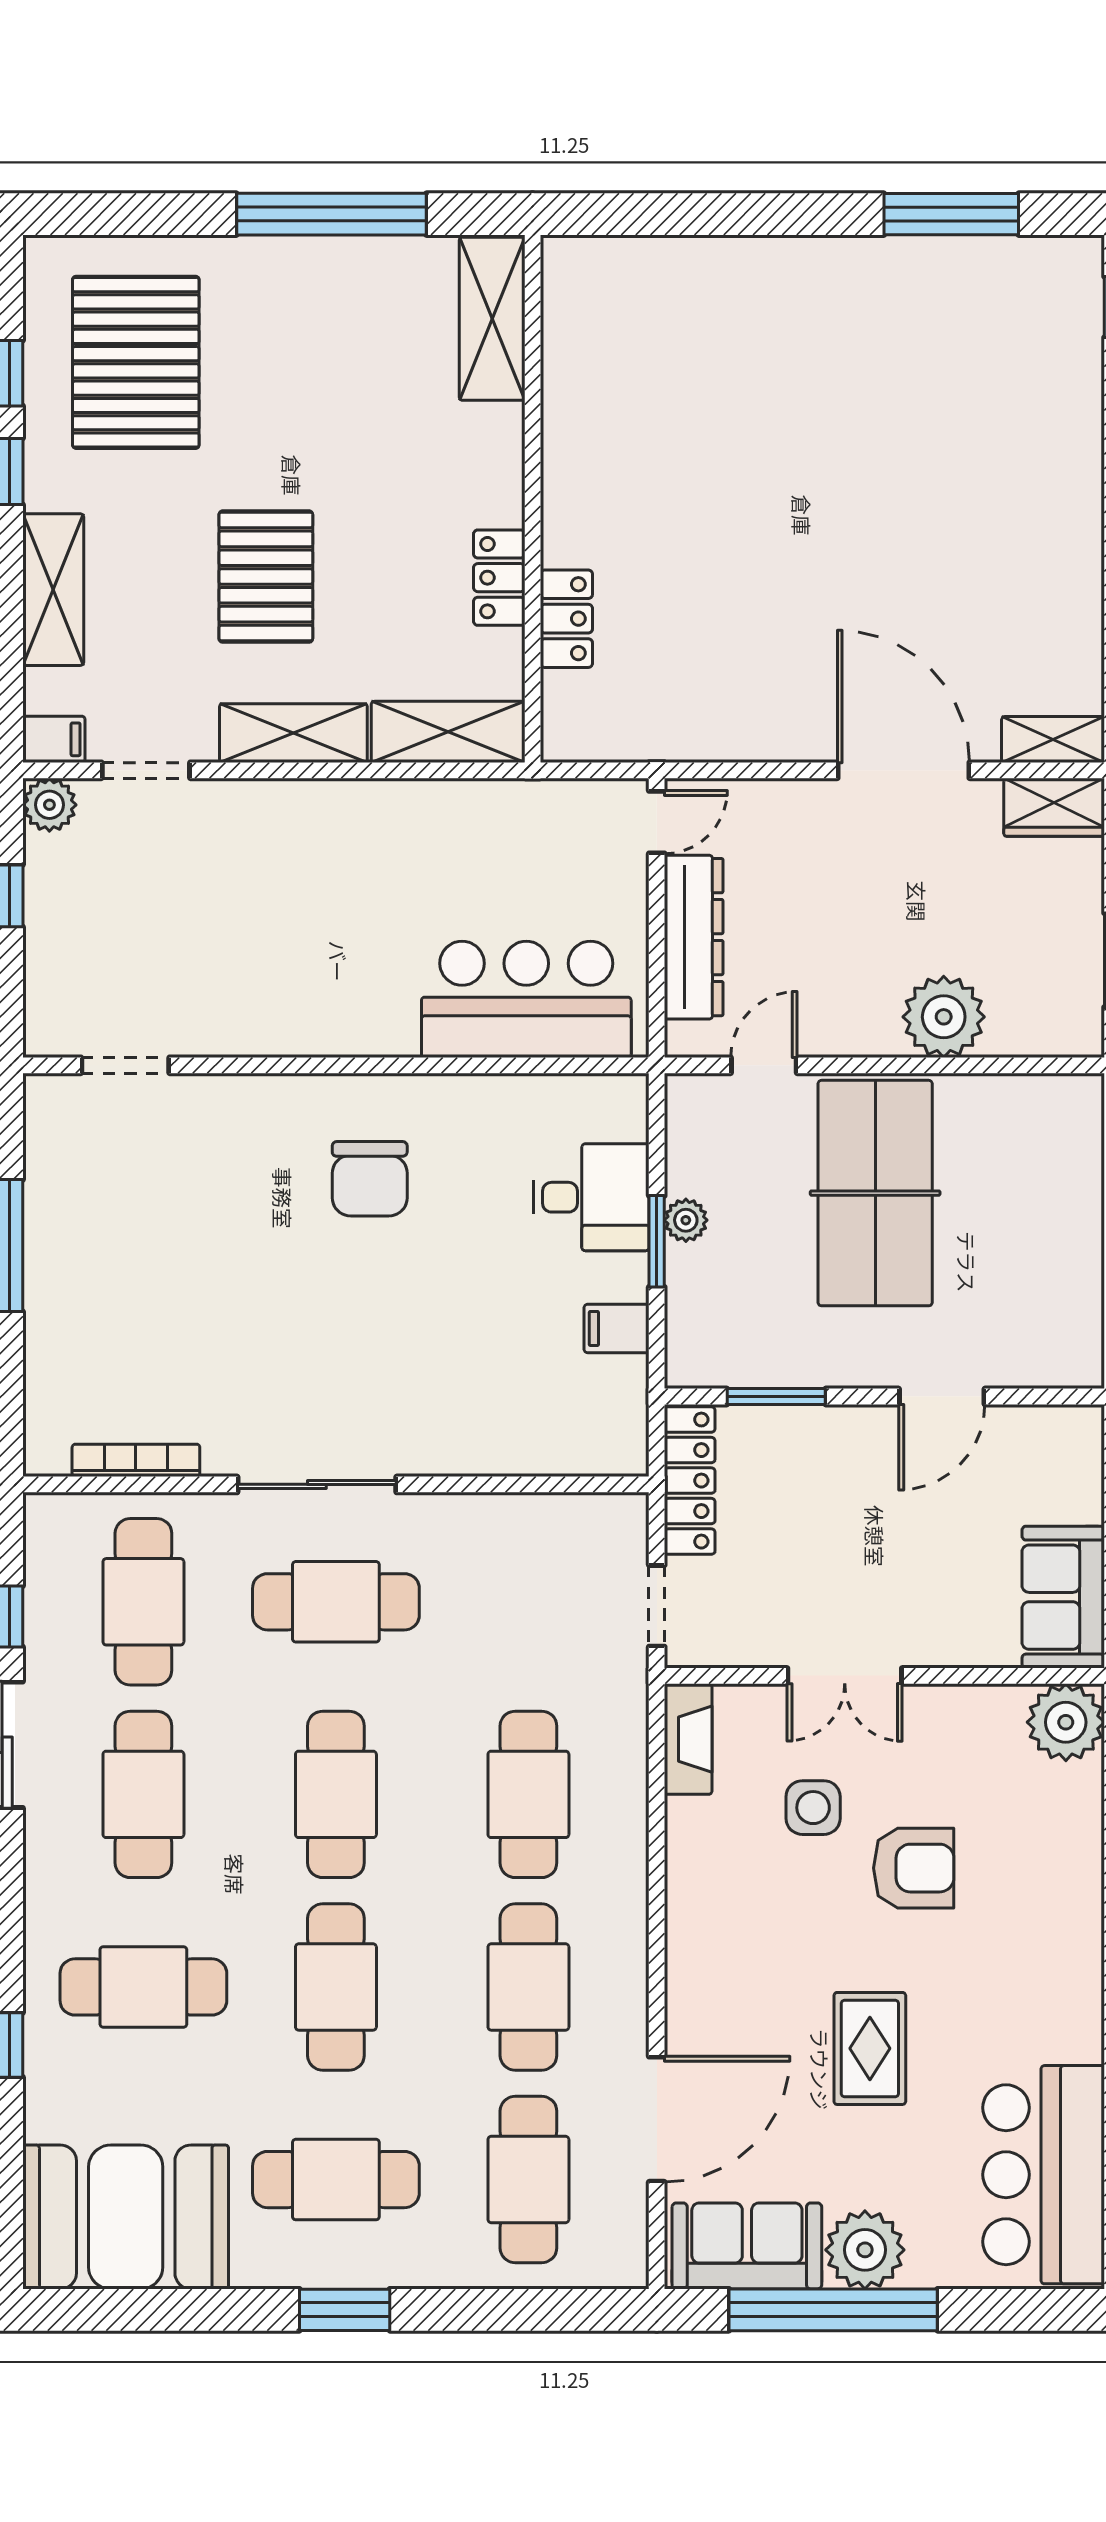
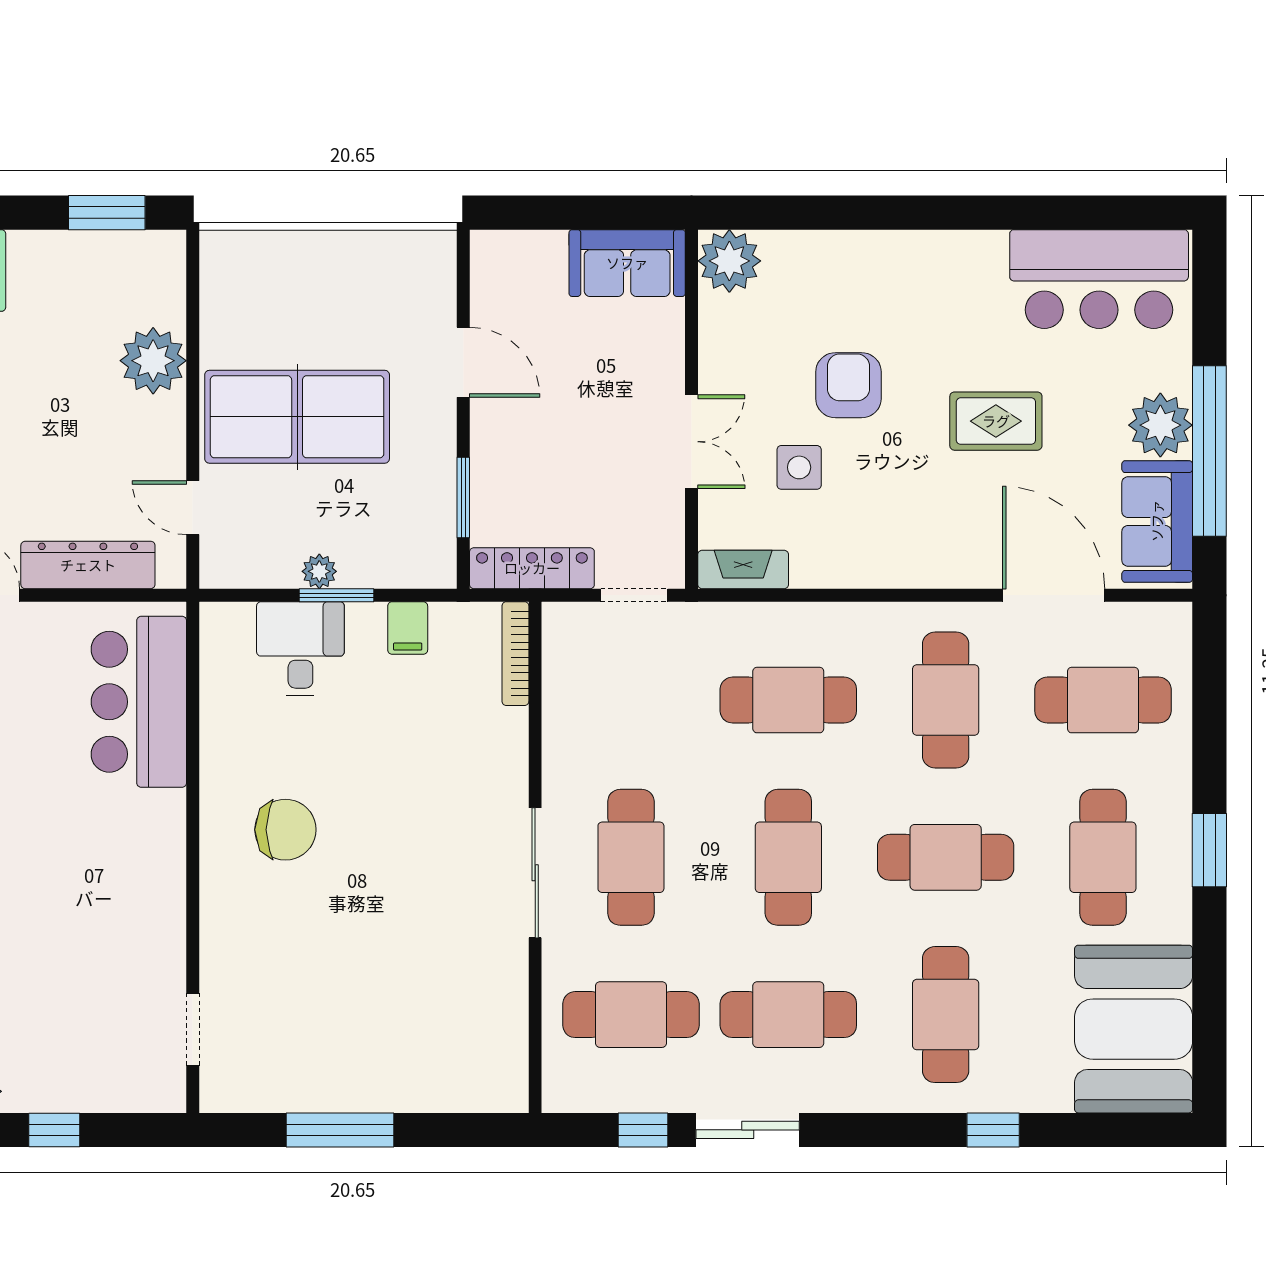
bookcase: (136, 1460) -> (515, 654), moved
cafe table: (336, 1794) -> (788, 857), turned 90
cafe table: (528, 1987) -> (946, 700), turned 90

